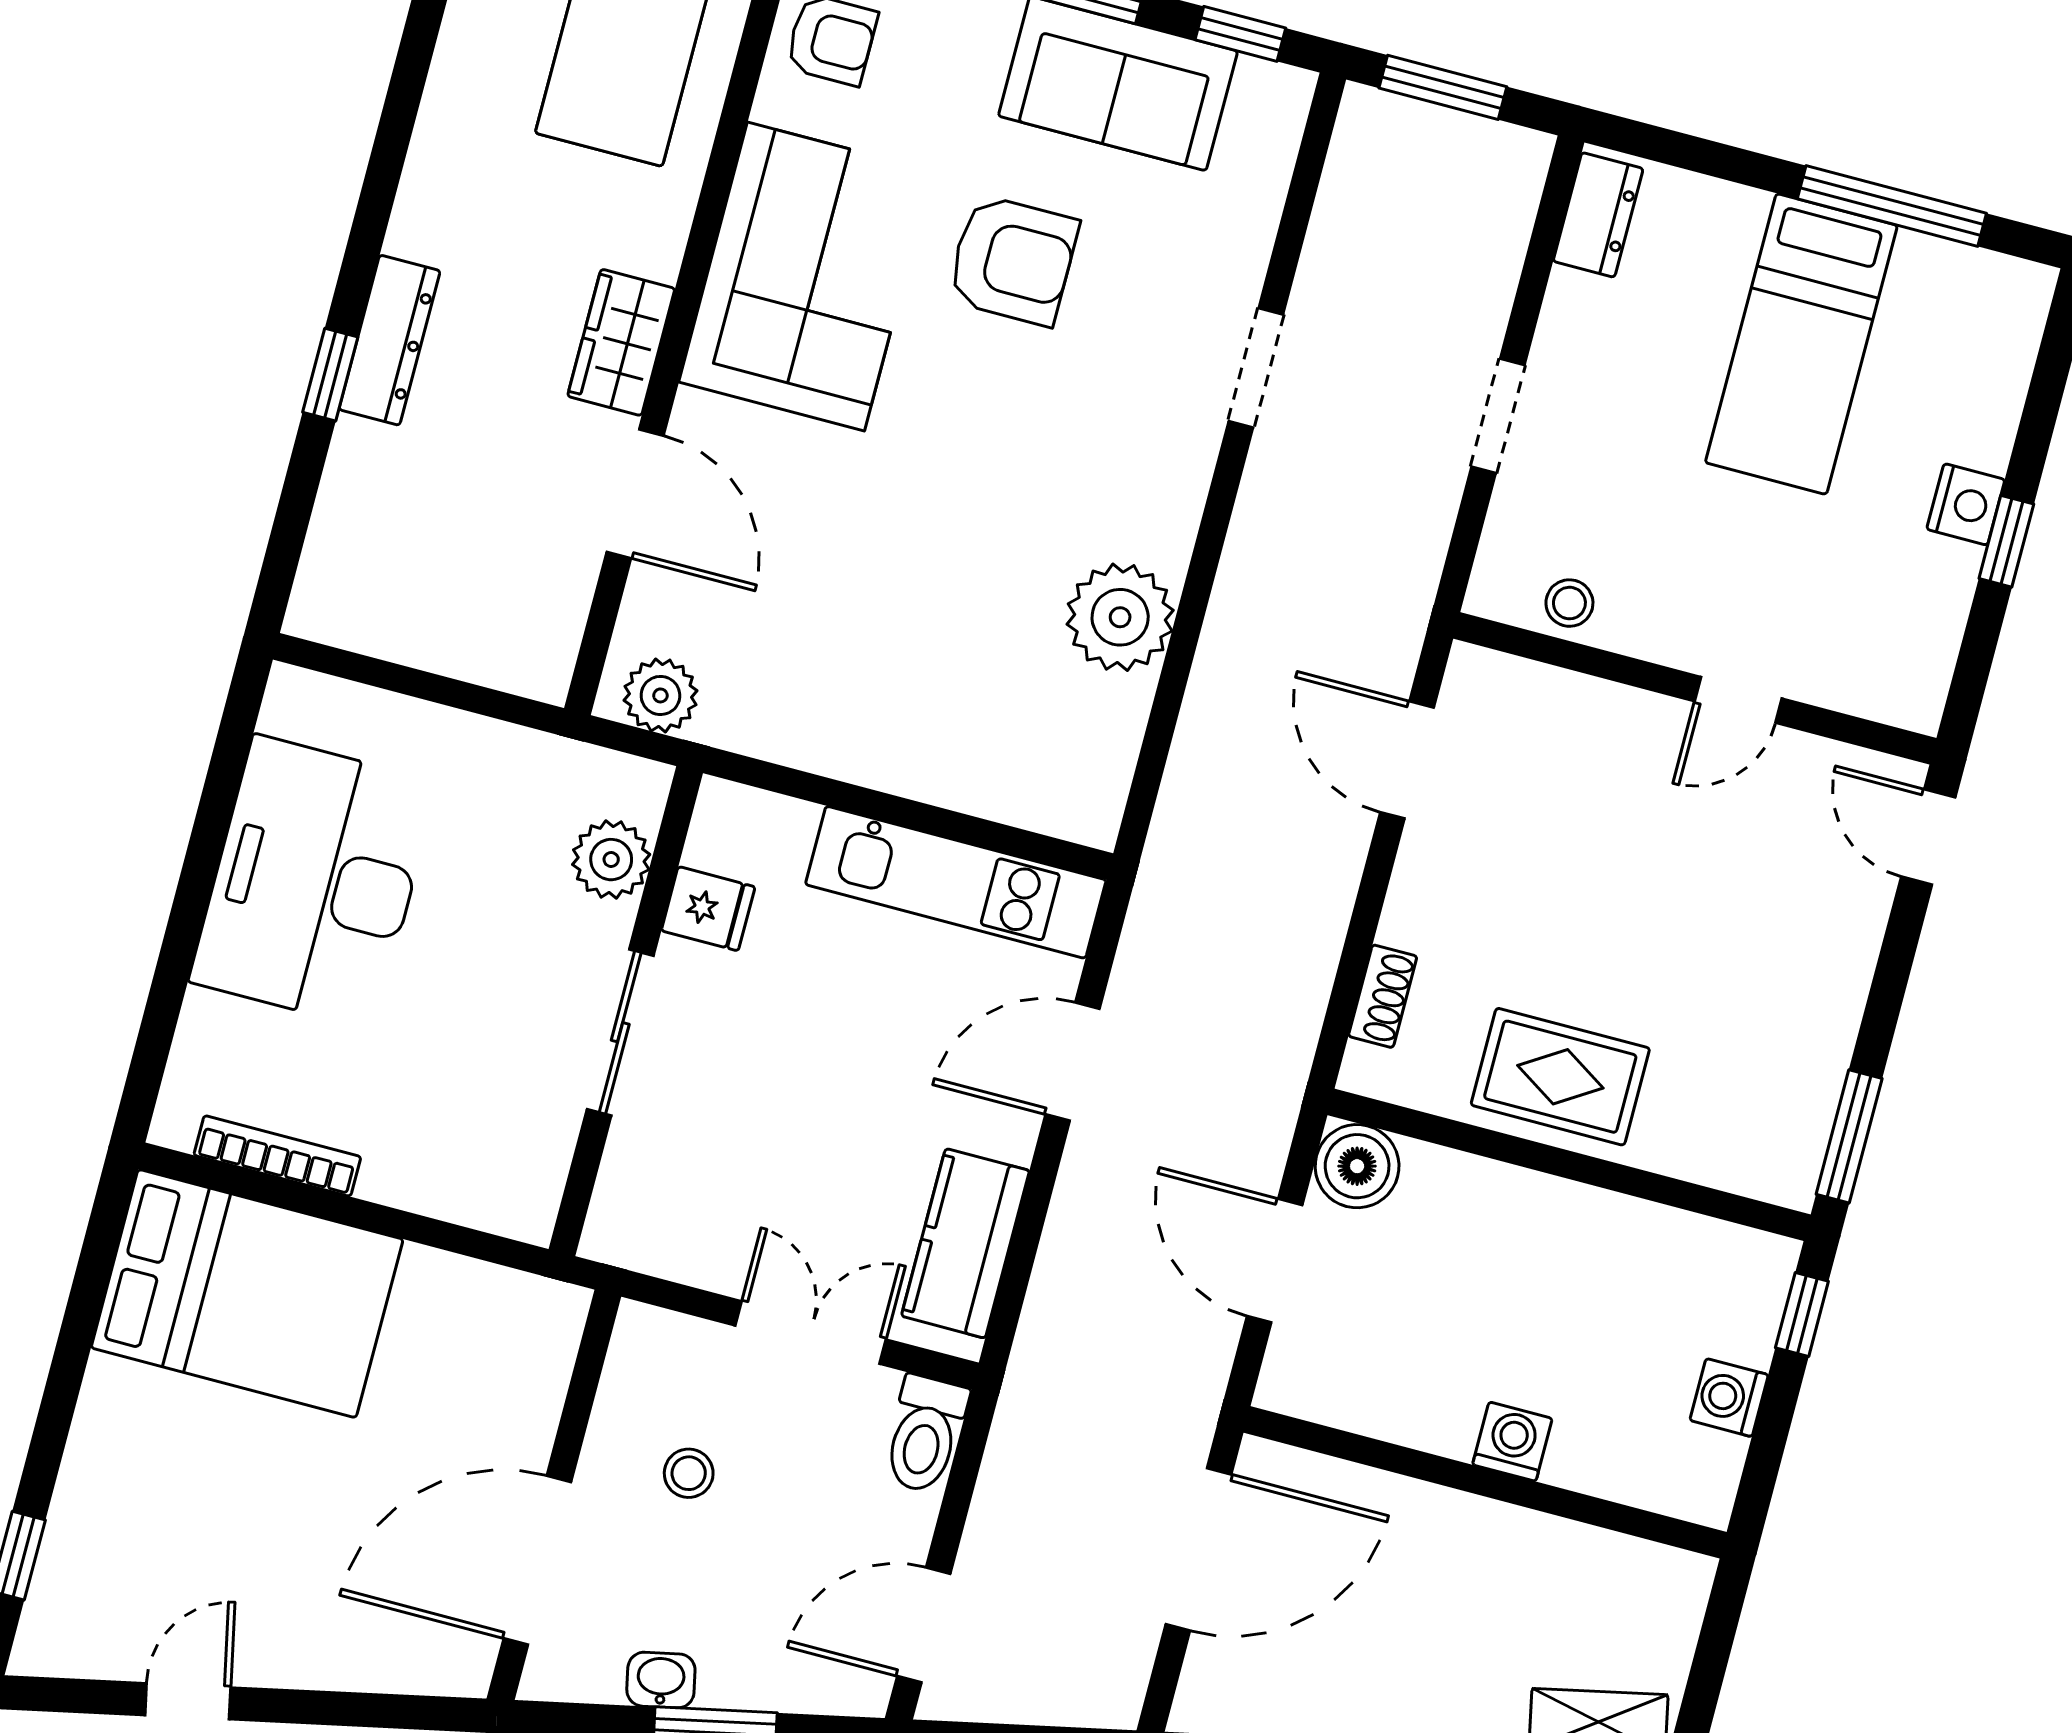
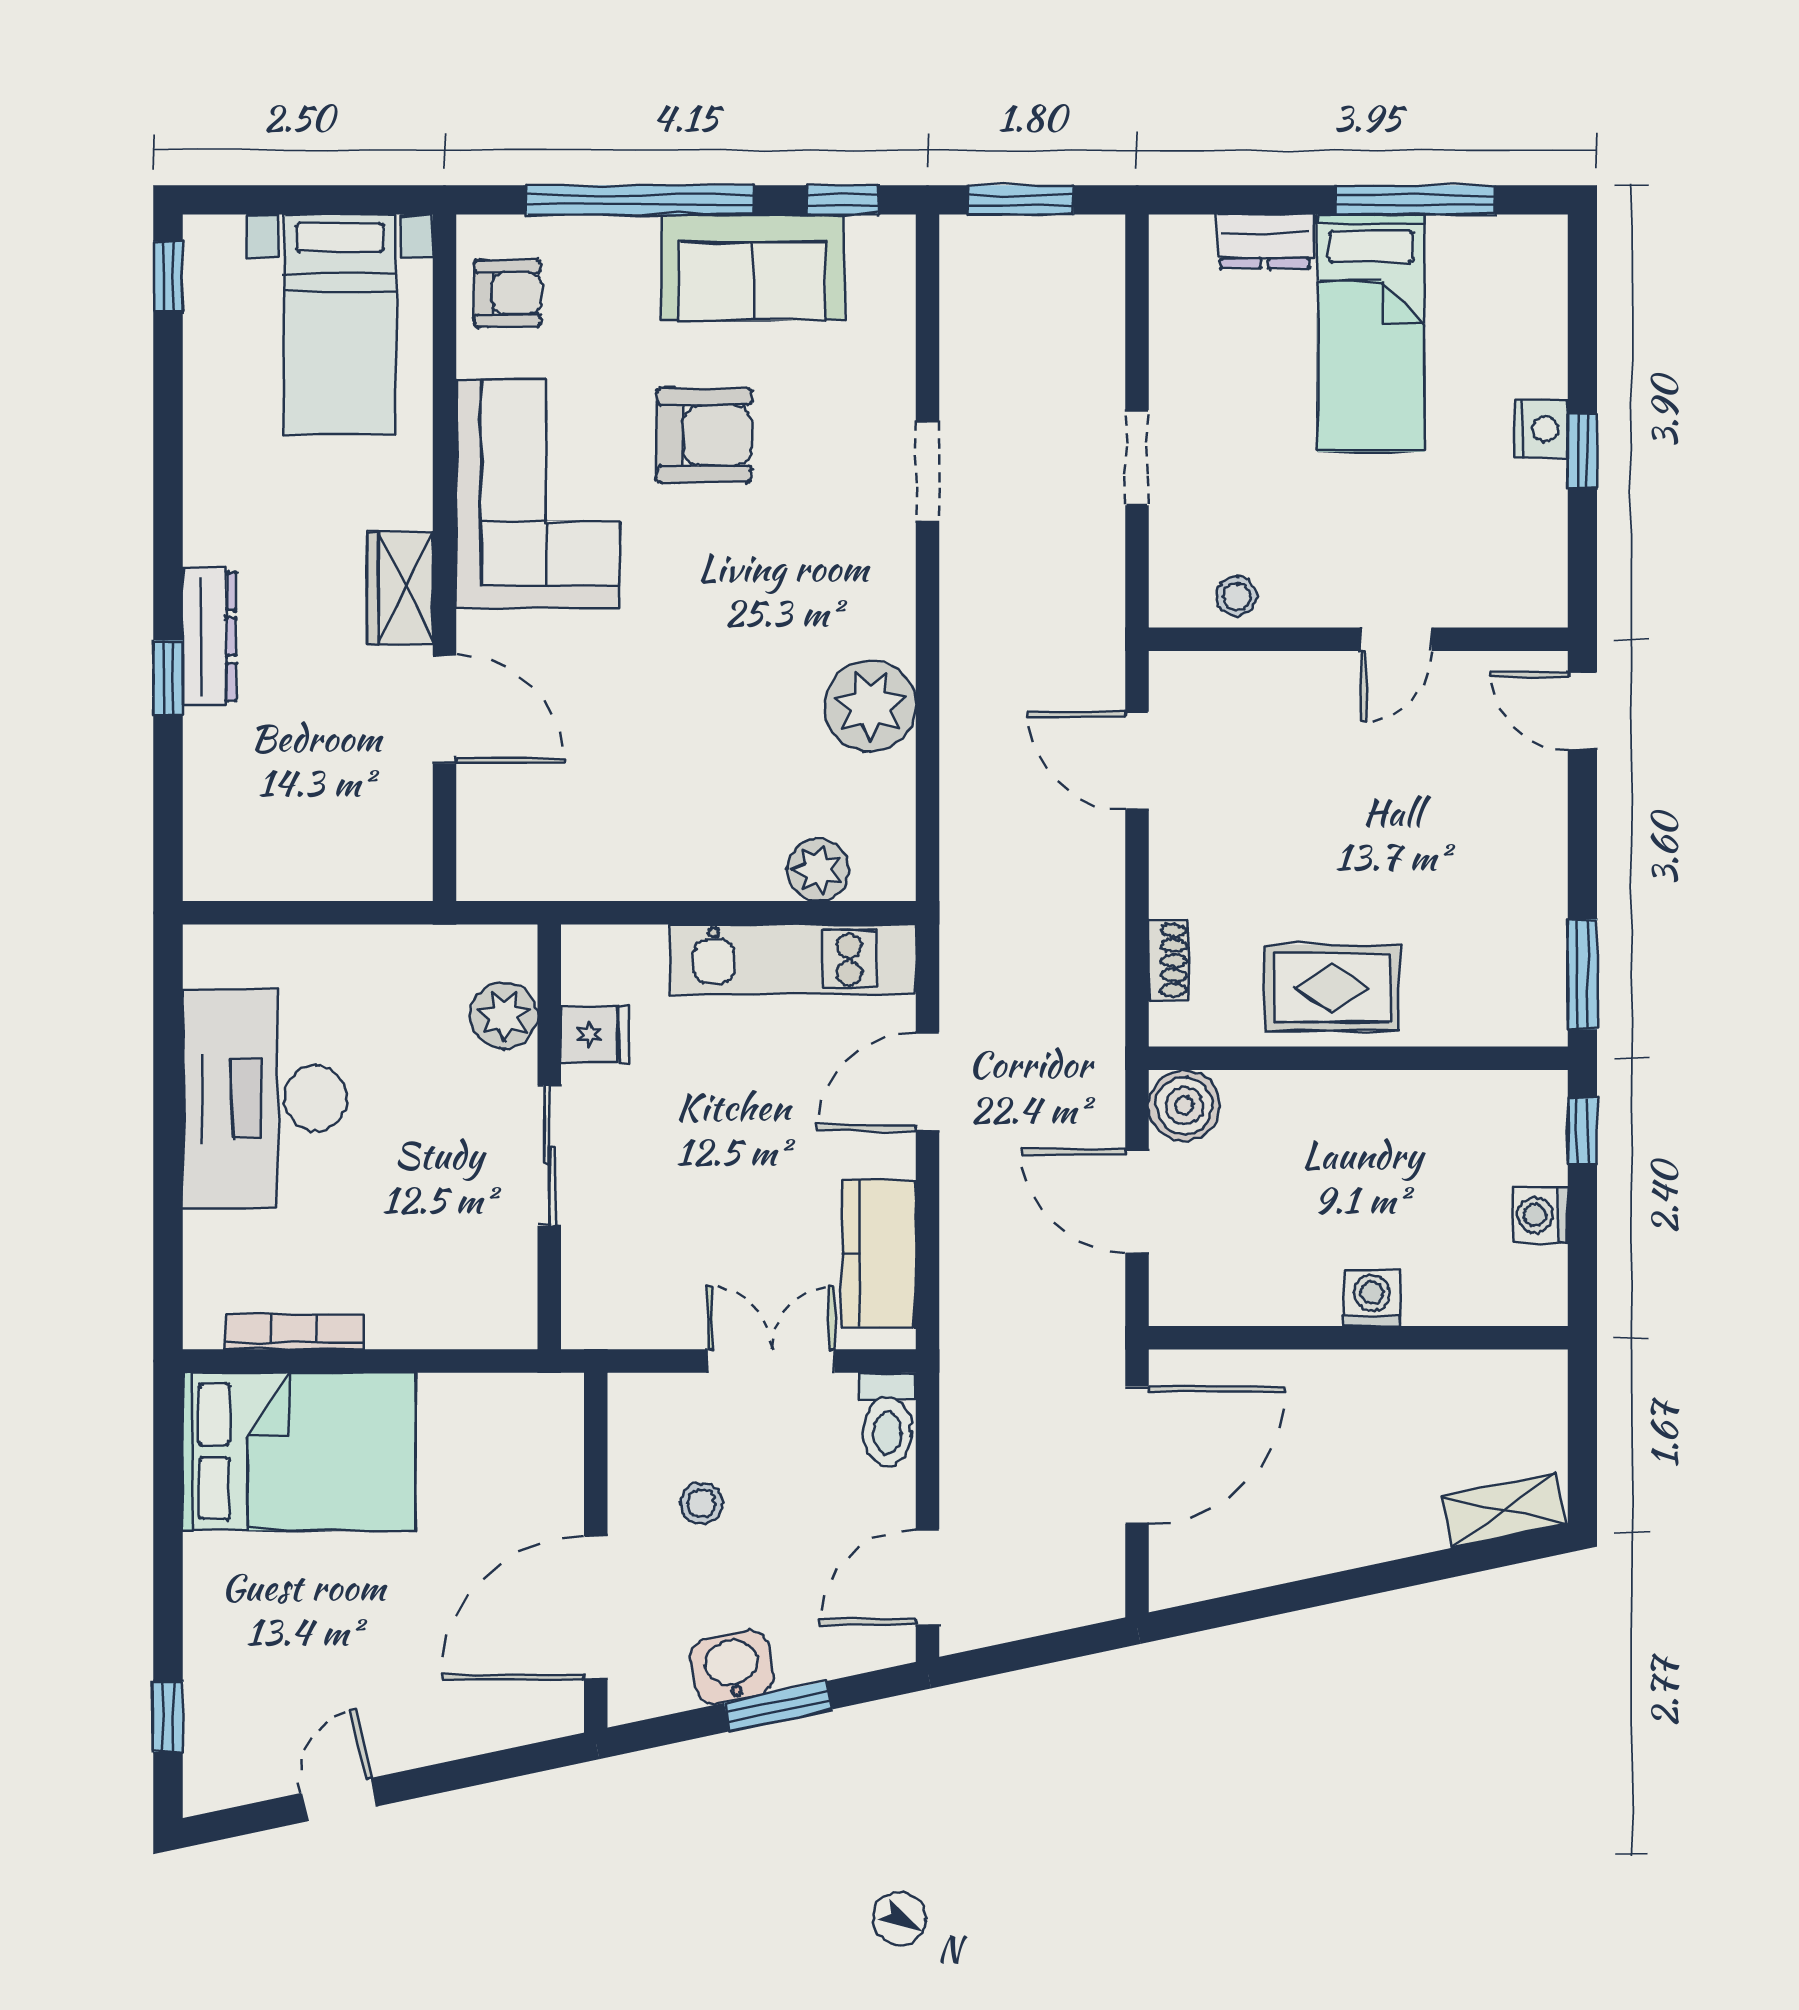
dresser: (1598, 215) -> (1265, 241), moved, turned 90
plant: (660, 695) -> (818, 870), moved
washbasin: (661, 1680) -> (732, 1667), width x1.38, depth x1.45

